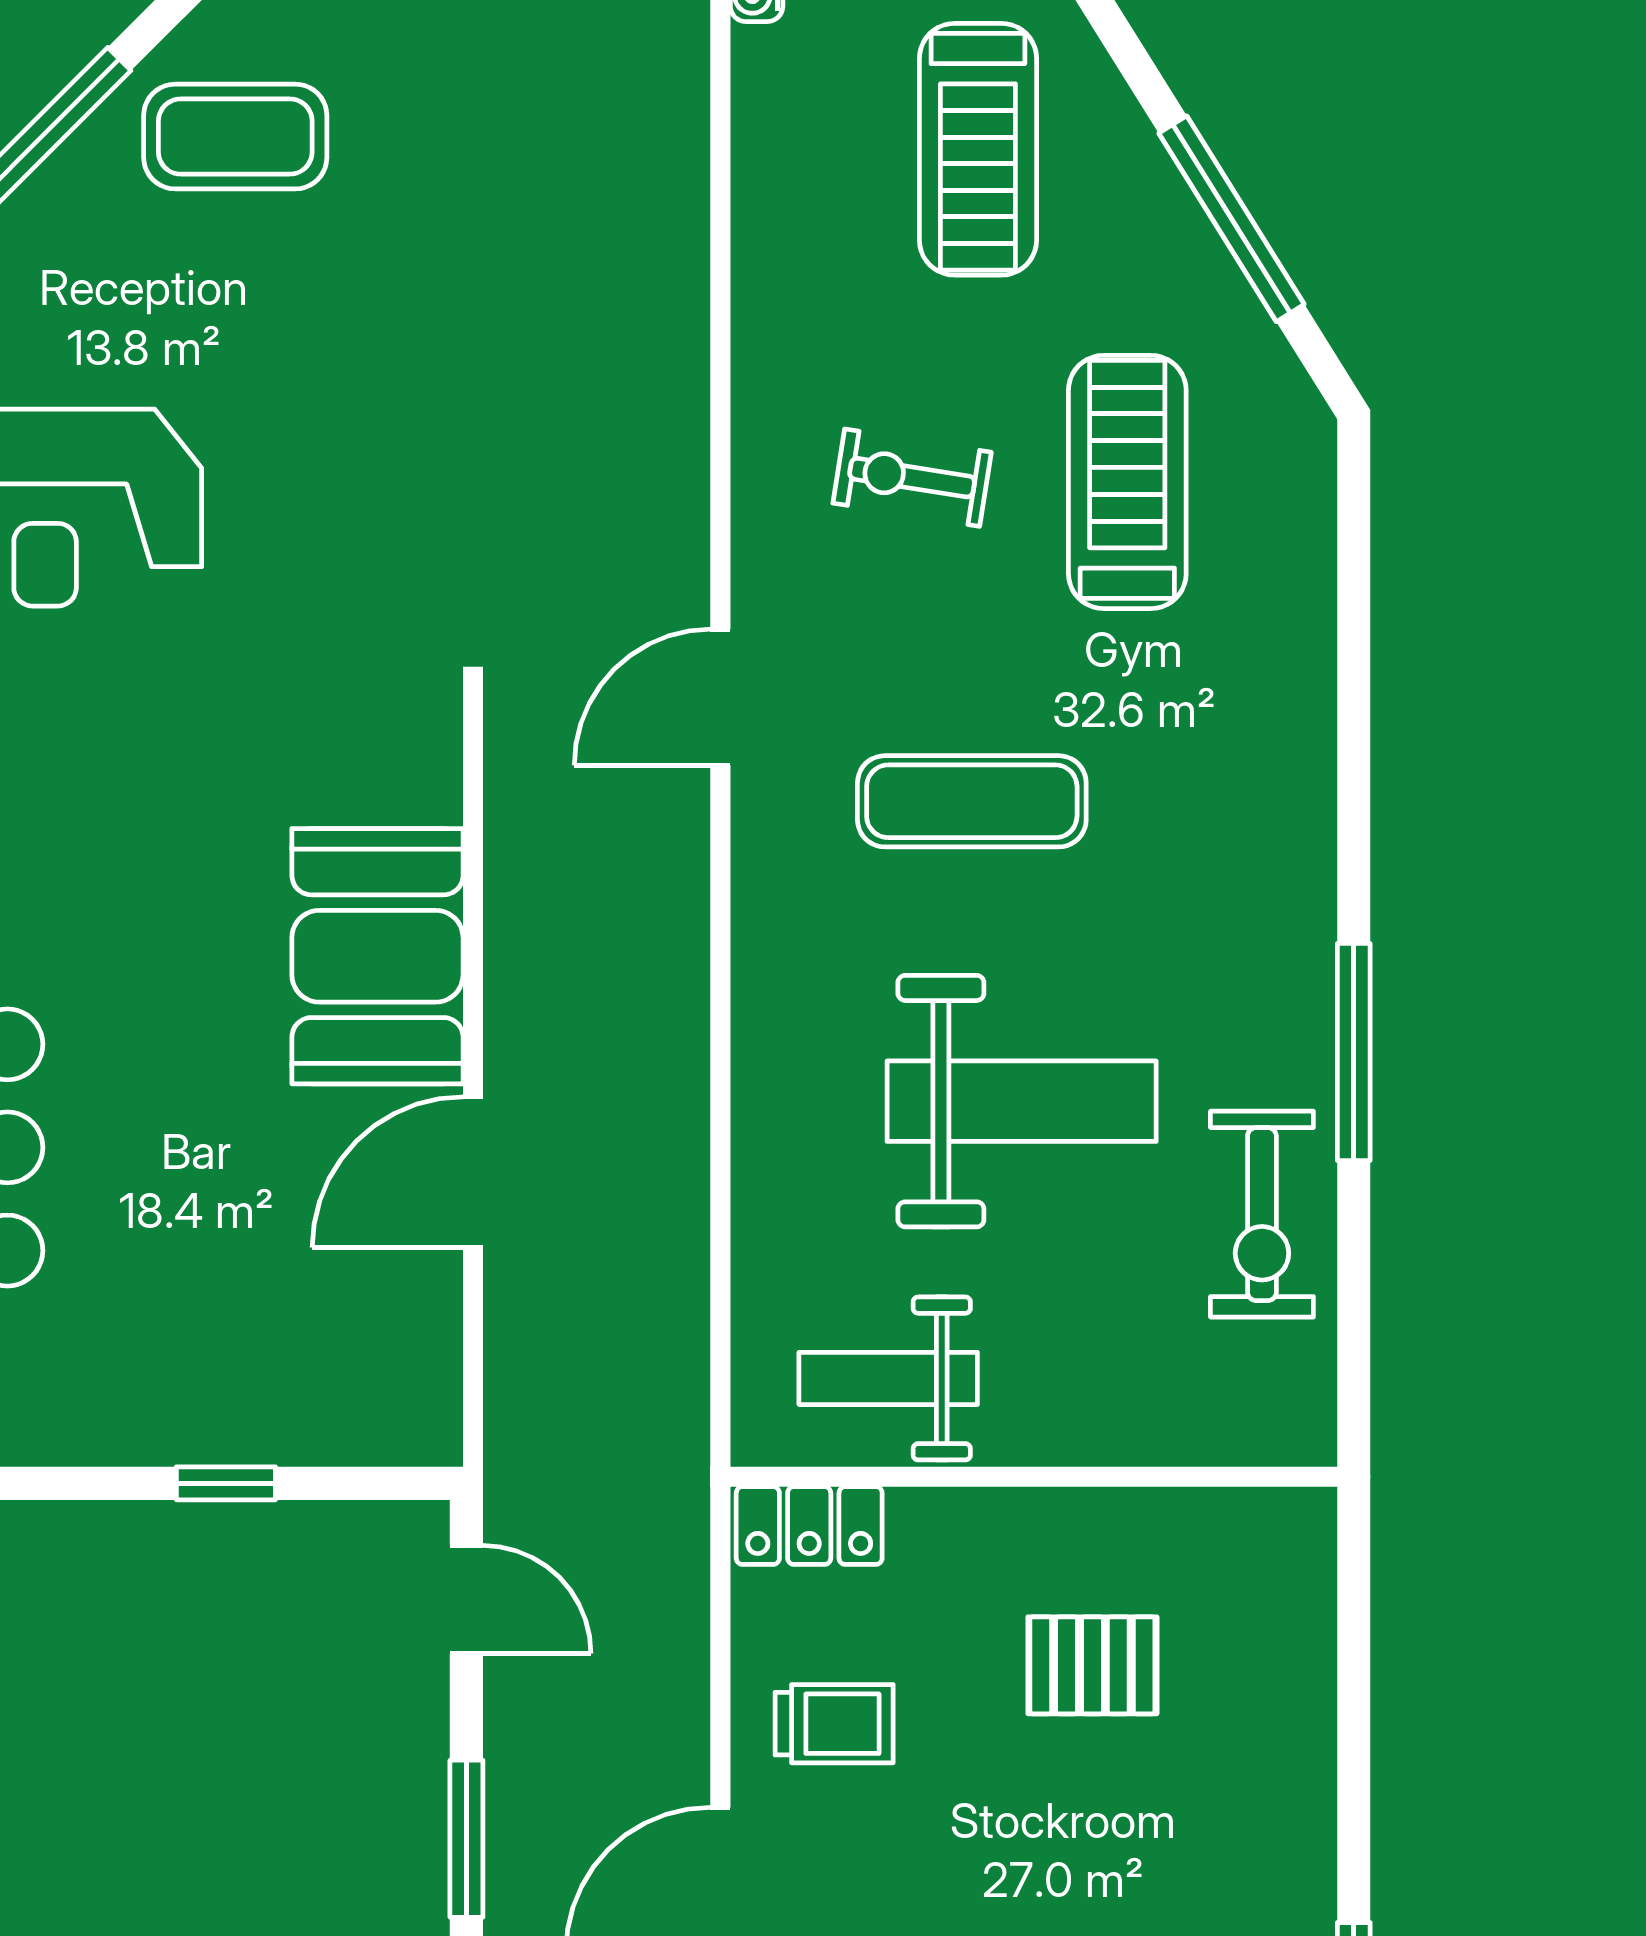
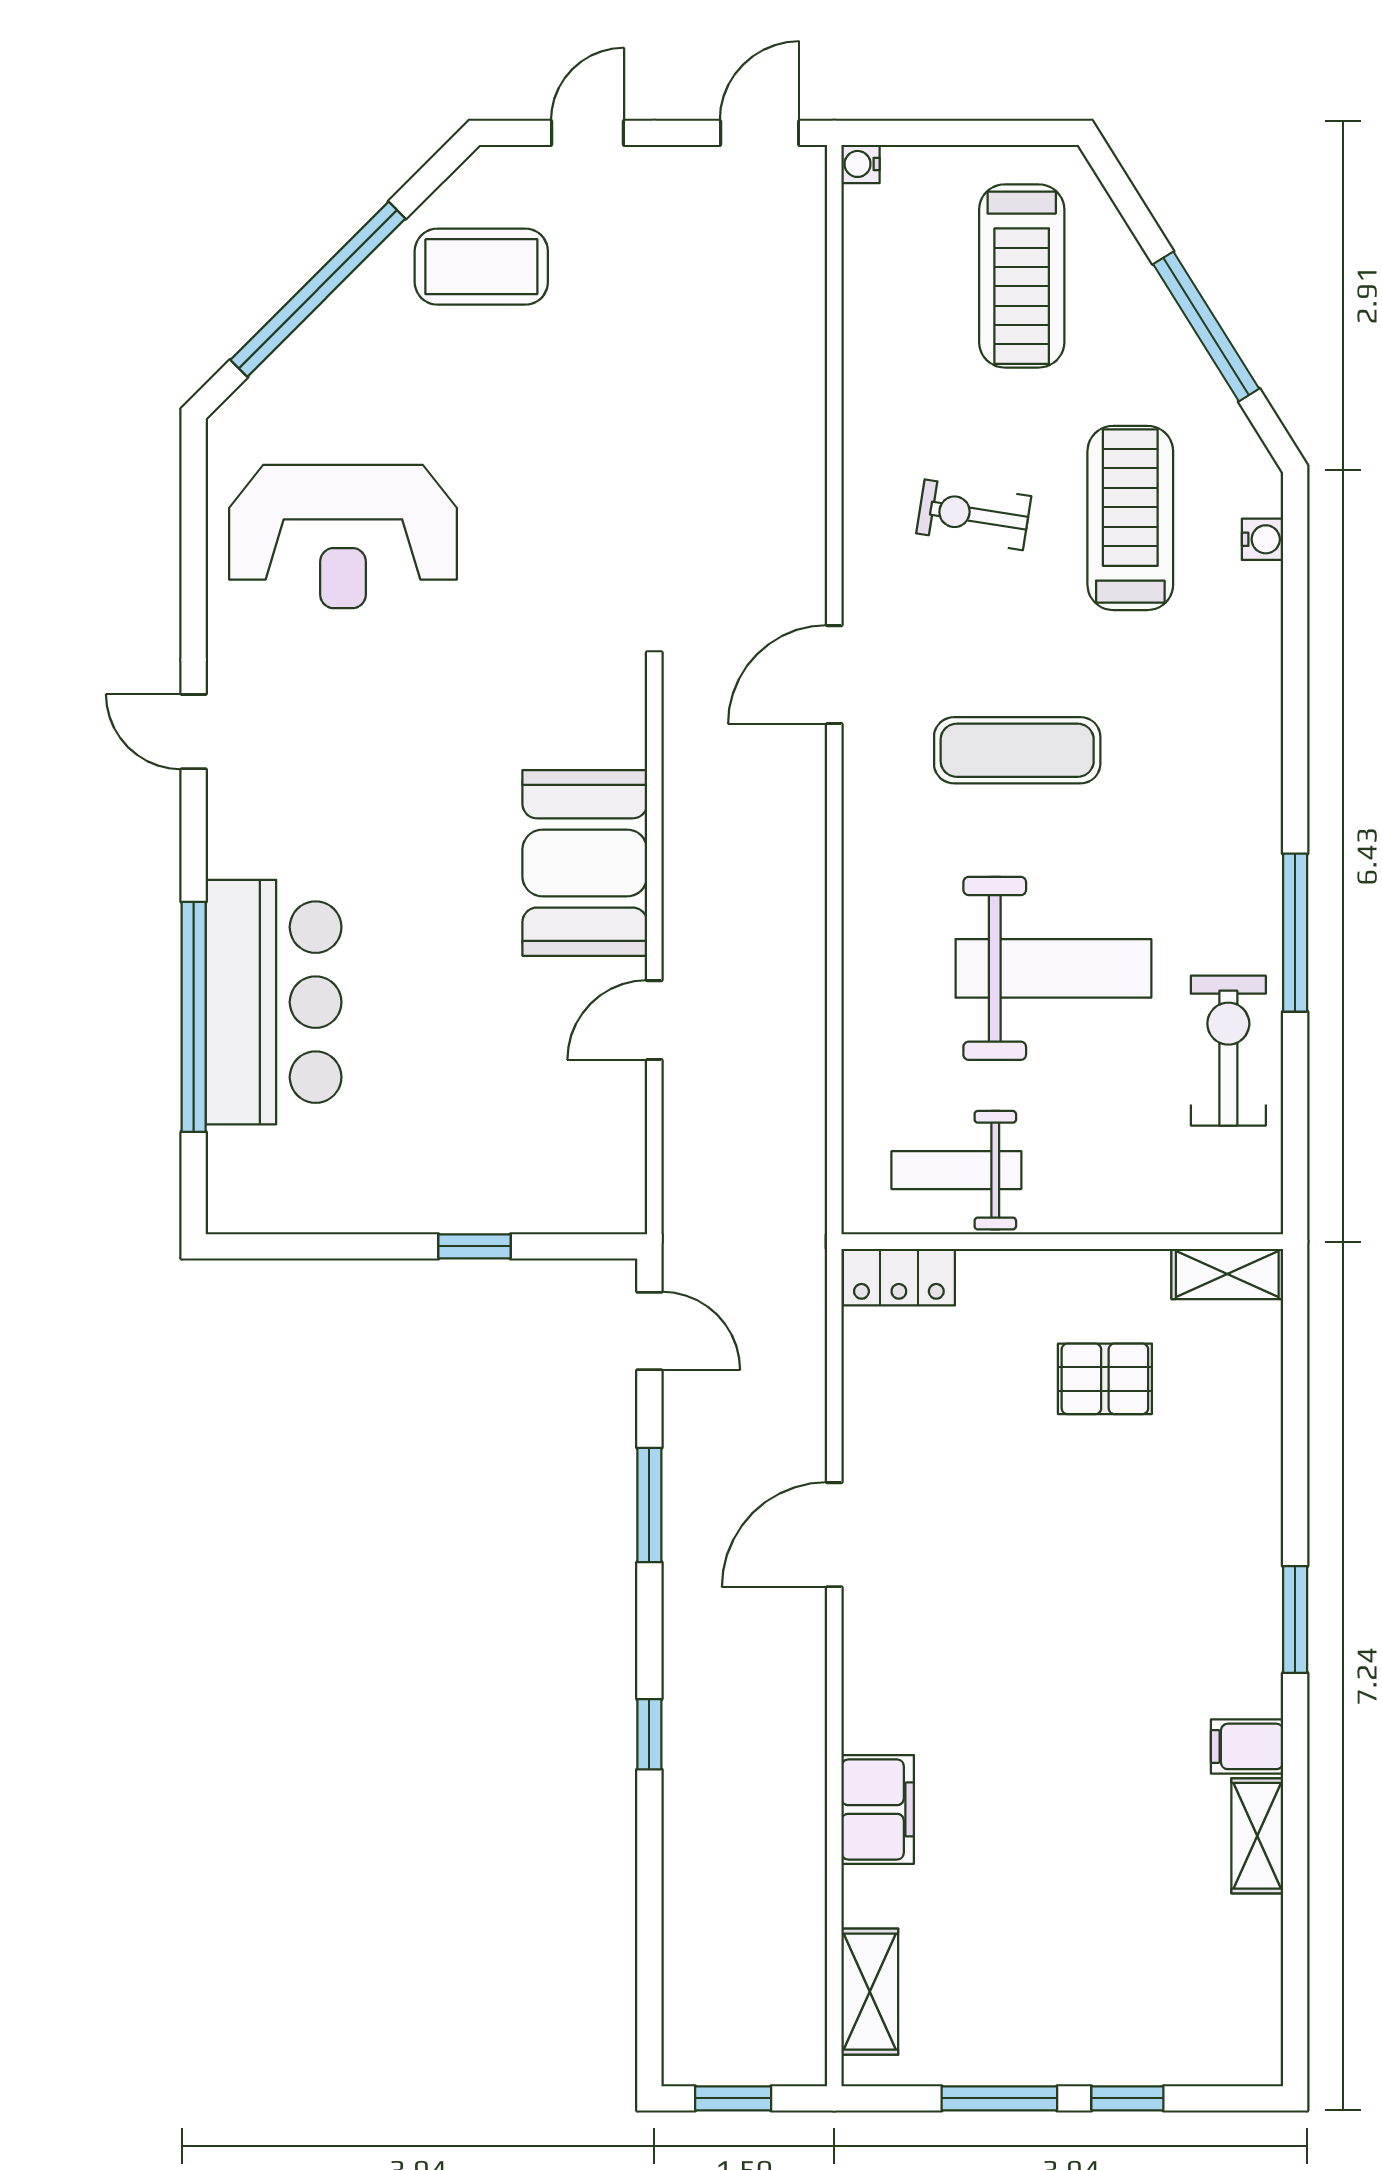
water cooler: (1309, 511) -> (1262, 539), added
door: (473, 1172) -> (654, 1020), width x0.73
exercise bike: (1262, 1214) -> (1228, 1051), turned 180
shelving: (1261, 1521) -> (1227, 1274), added
trolley: (834, 1724) -> (917, 1421), removed

